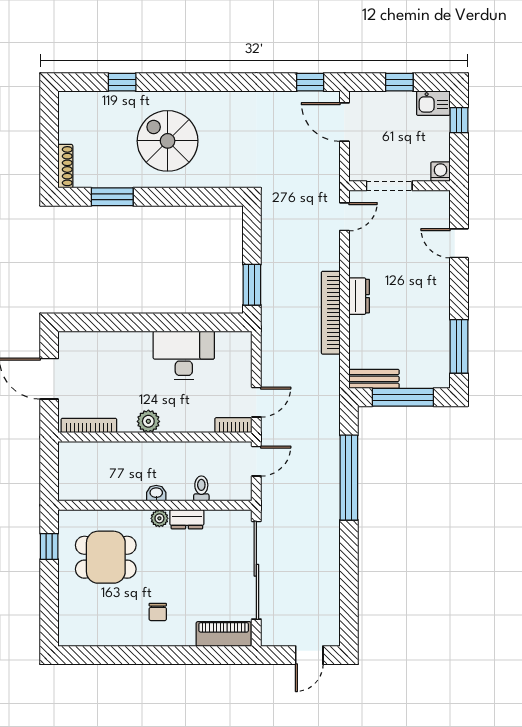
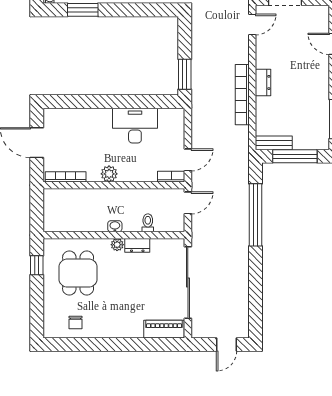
dining table: (106, 557) -> (78, 273), turned 90
chair: (158, 612) -> (75, 323), moved

